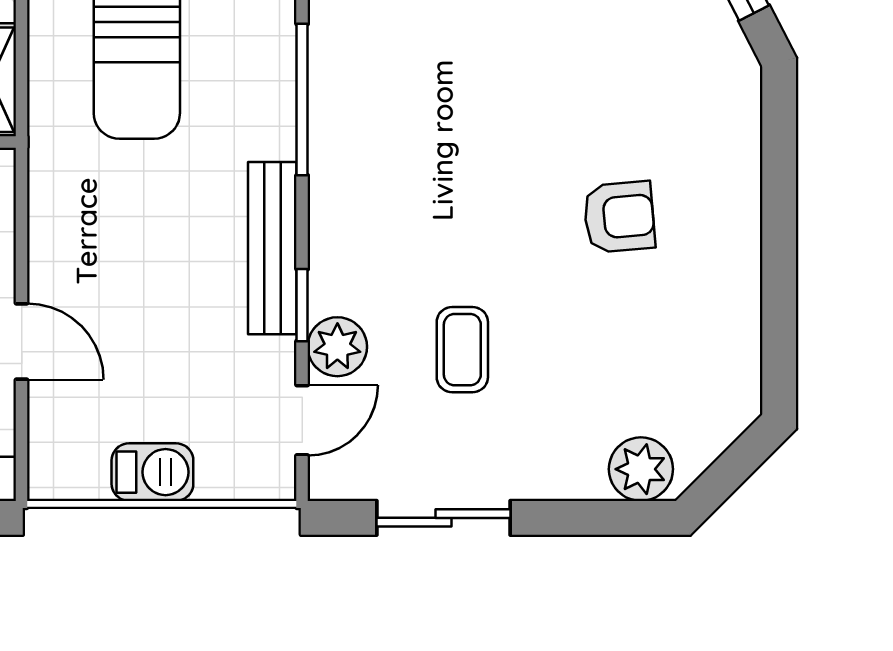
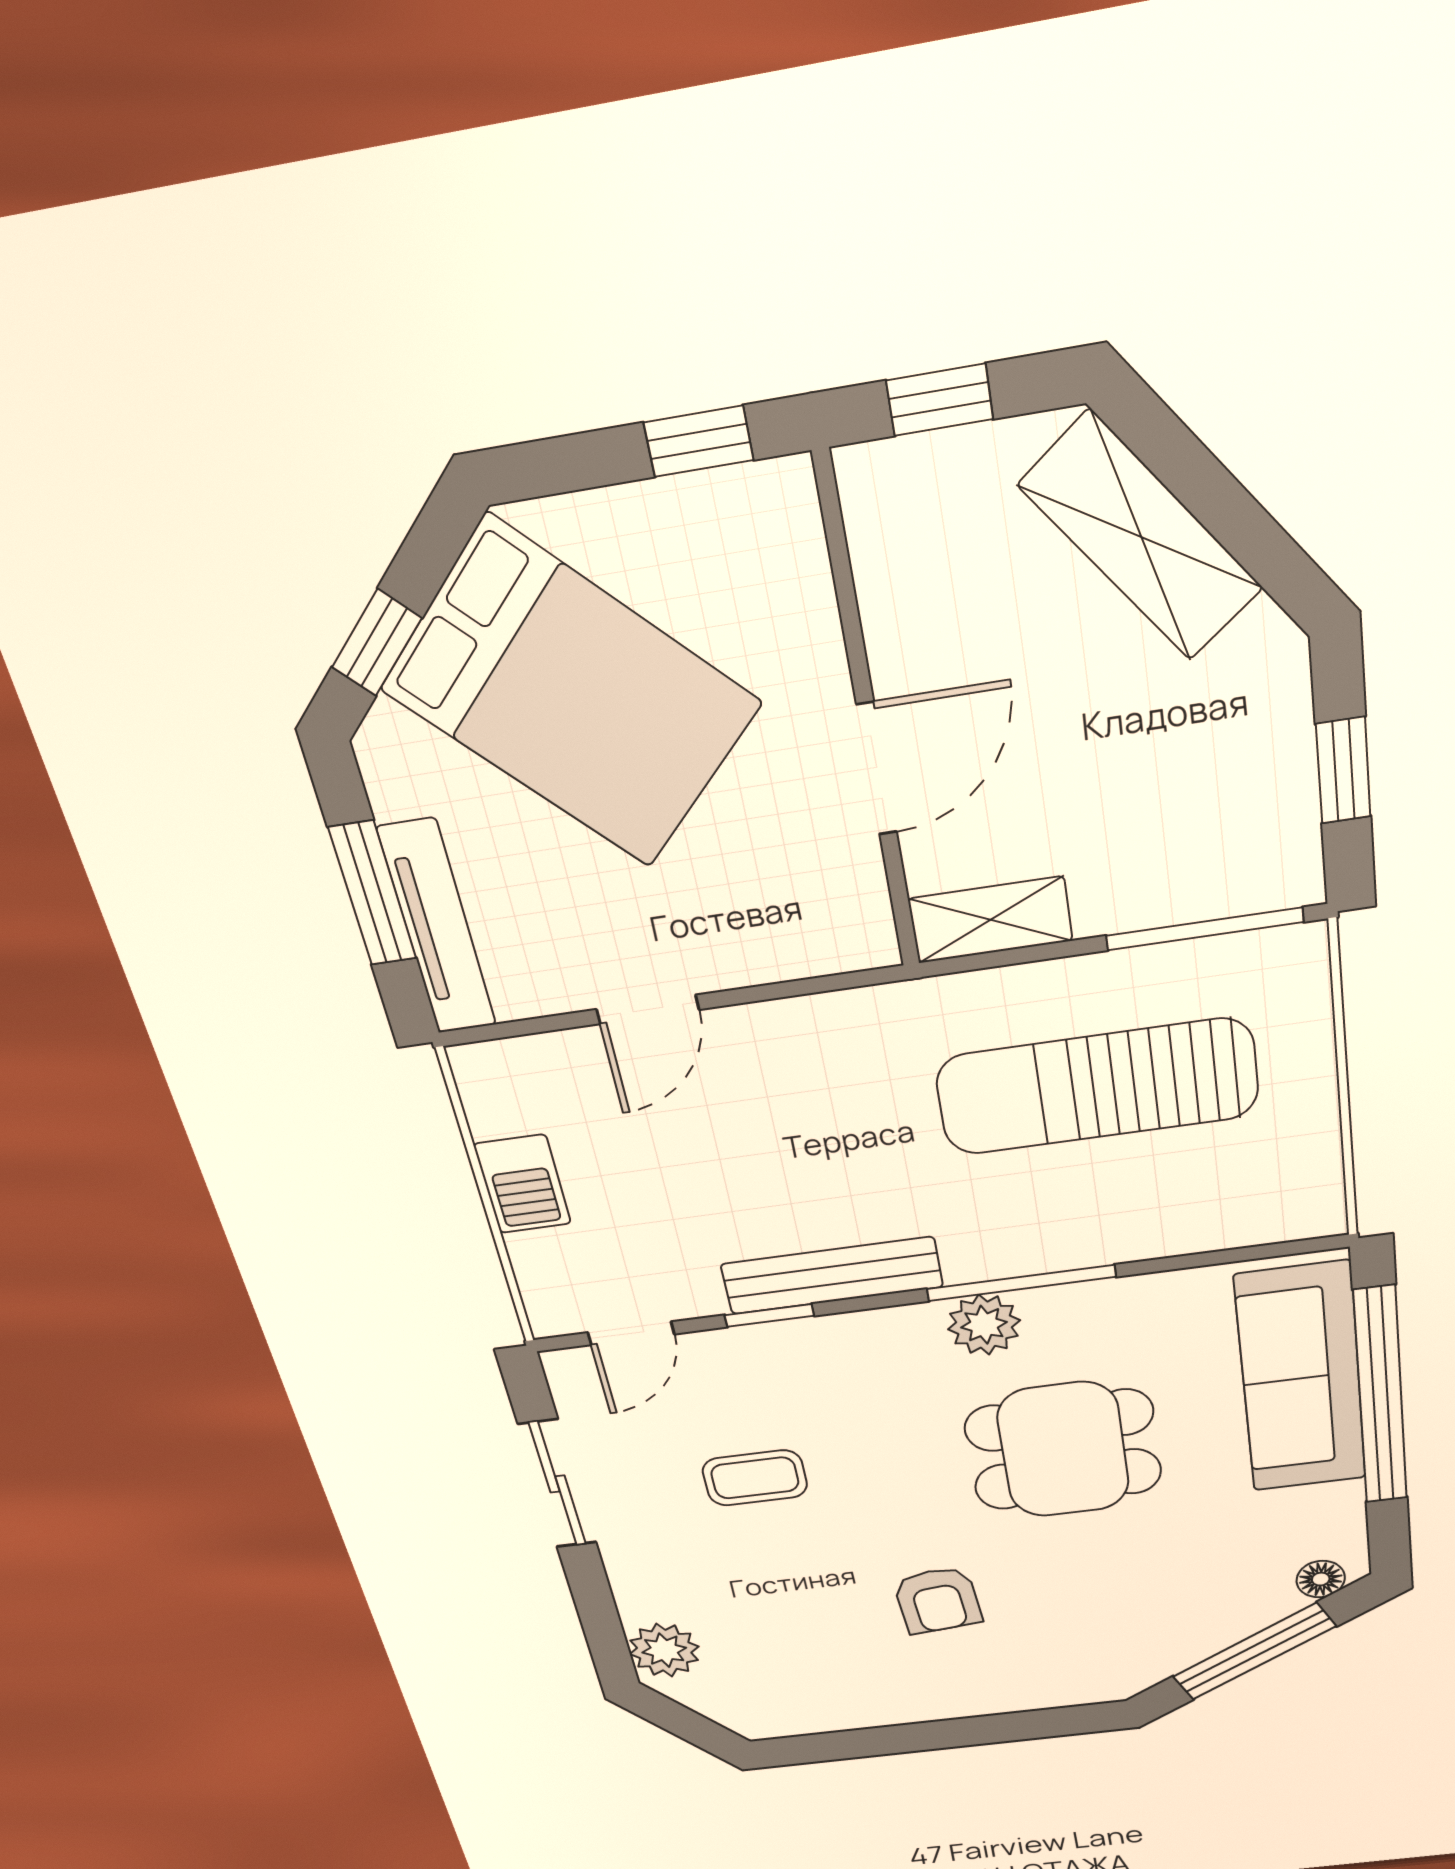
dining table: (472, 87) -> (1063, 1450), added
plant: (337, 347) -> (984, 1325), moved
door: (302, 420) -> (631, 1333), hinge flipped

